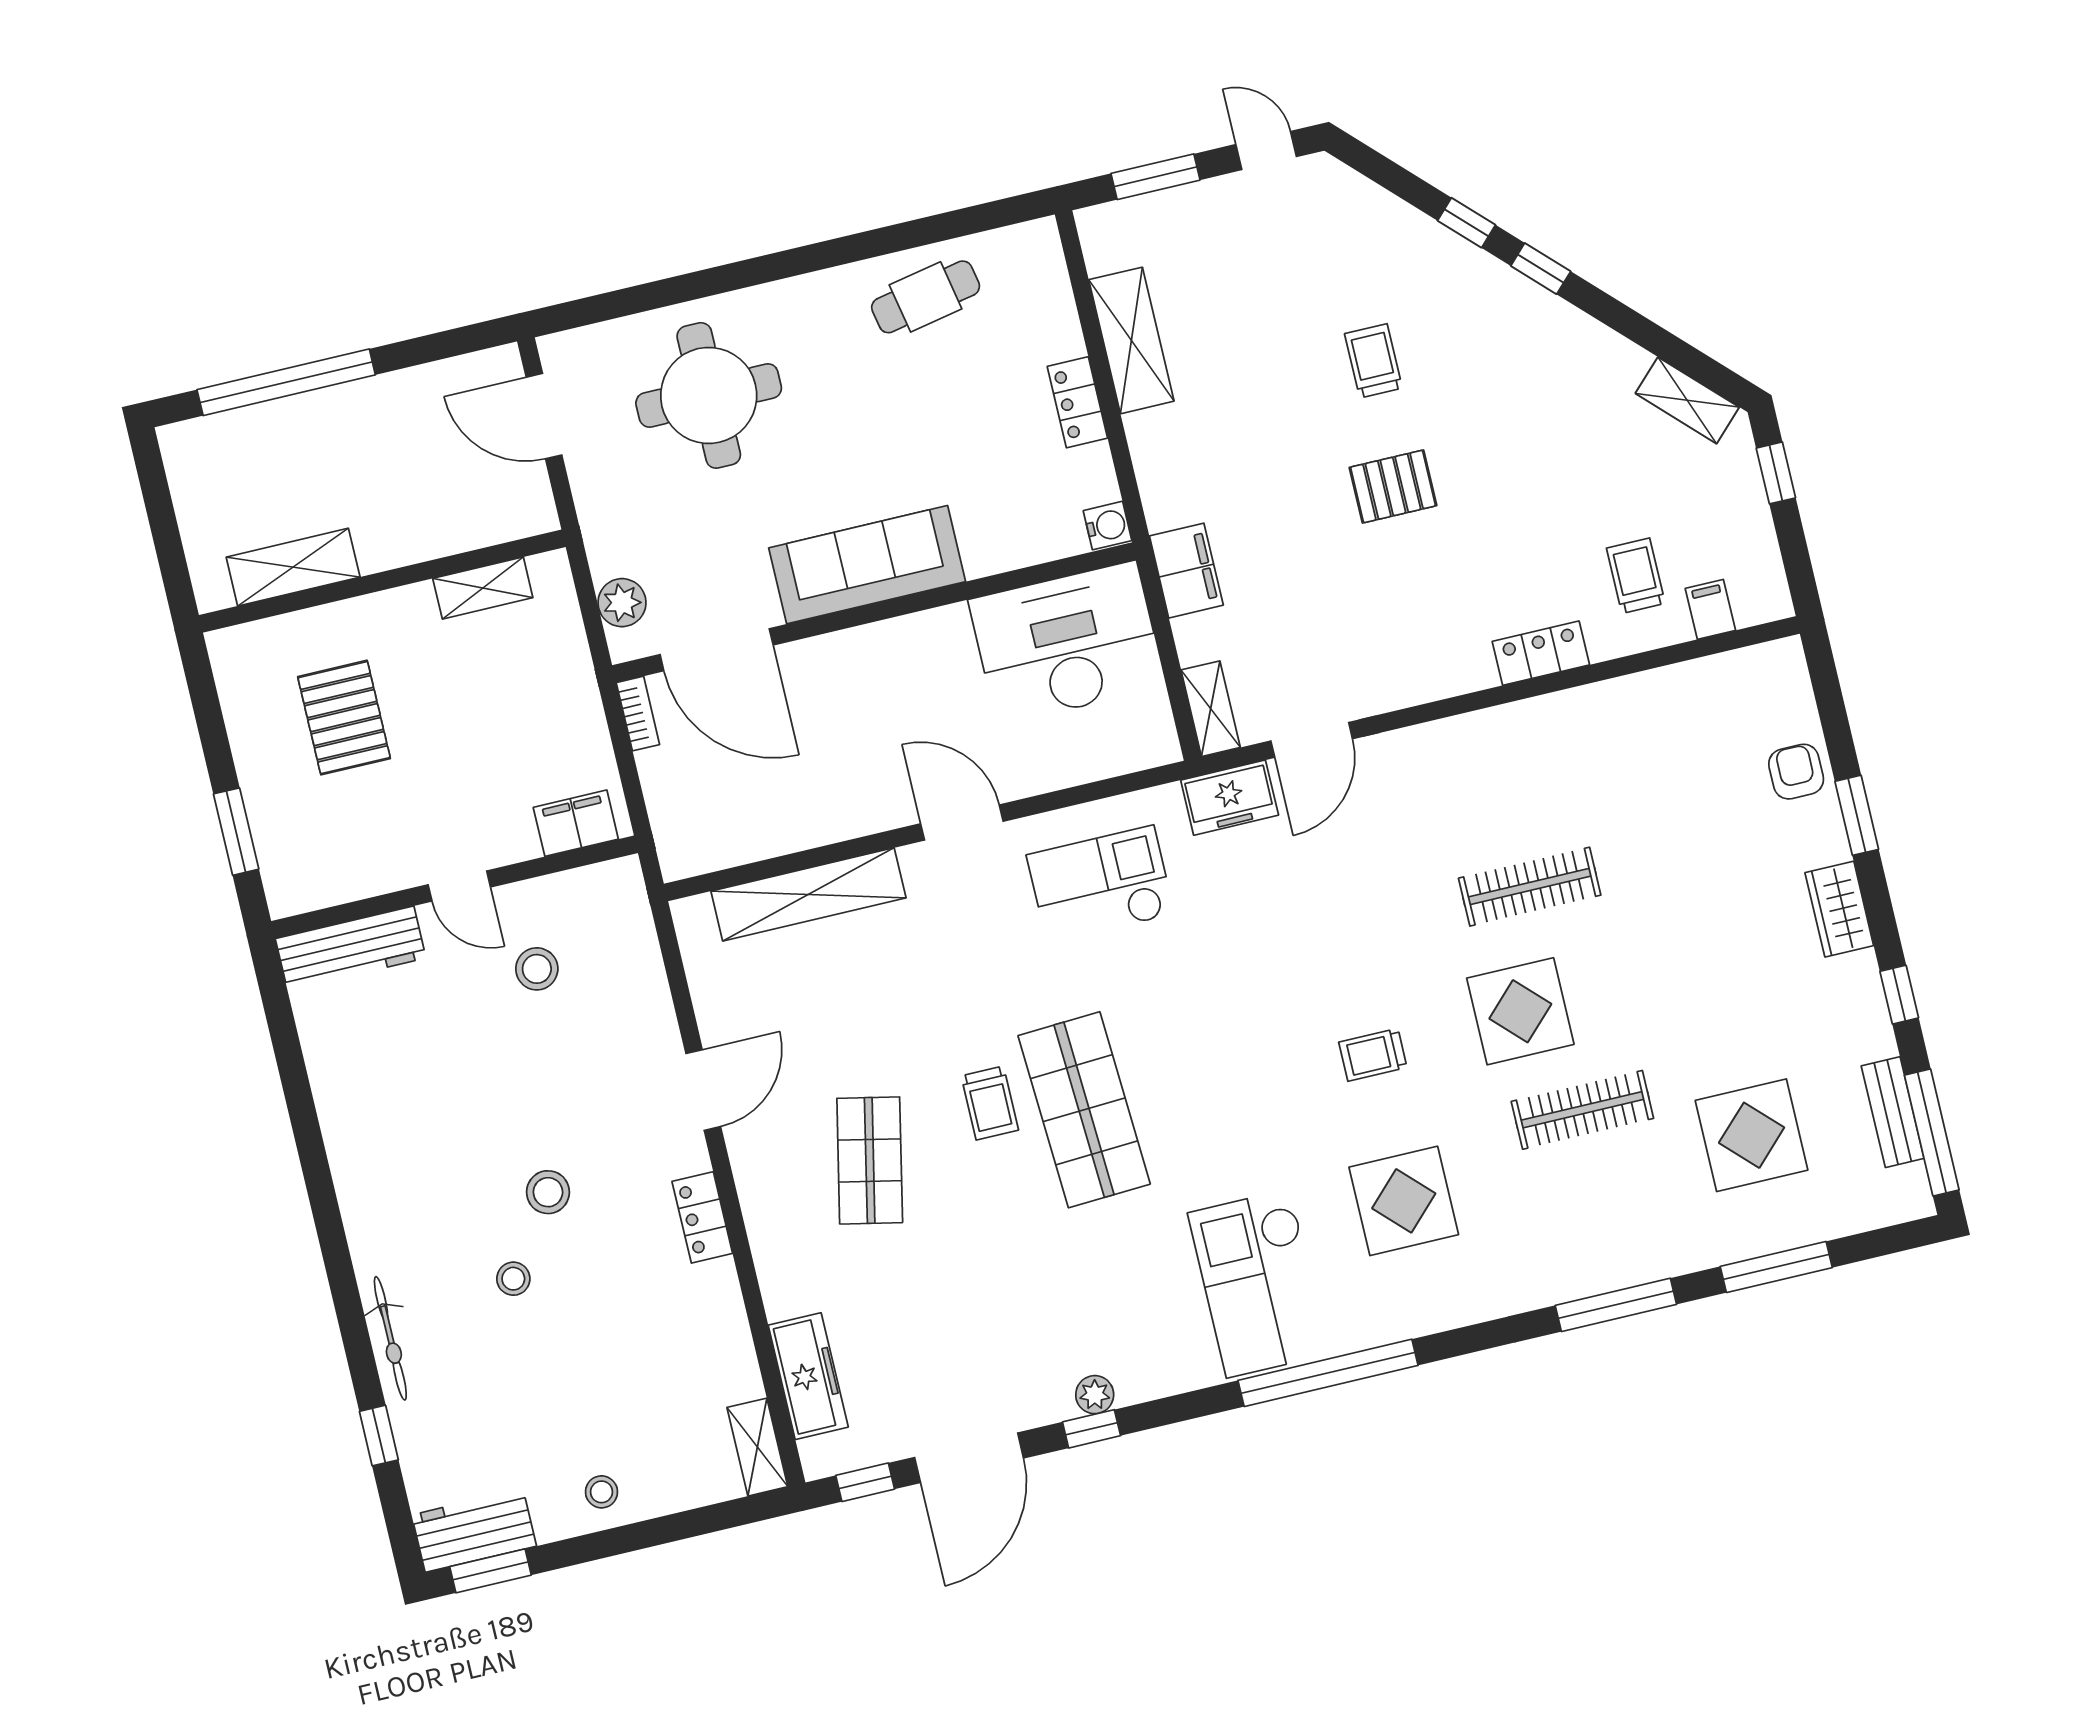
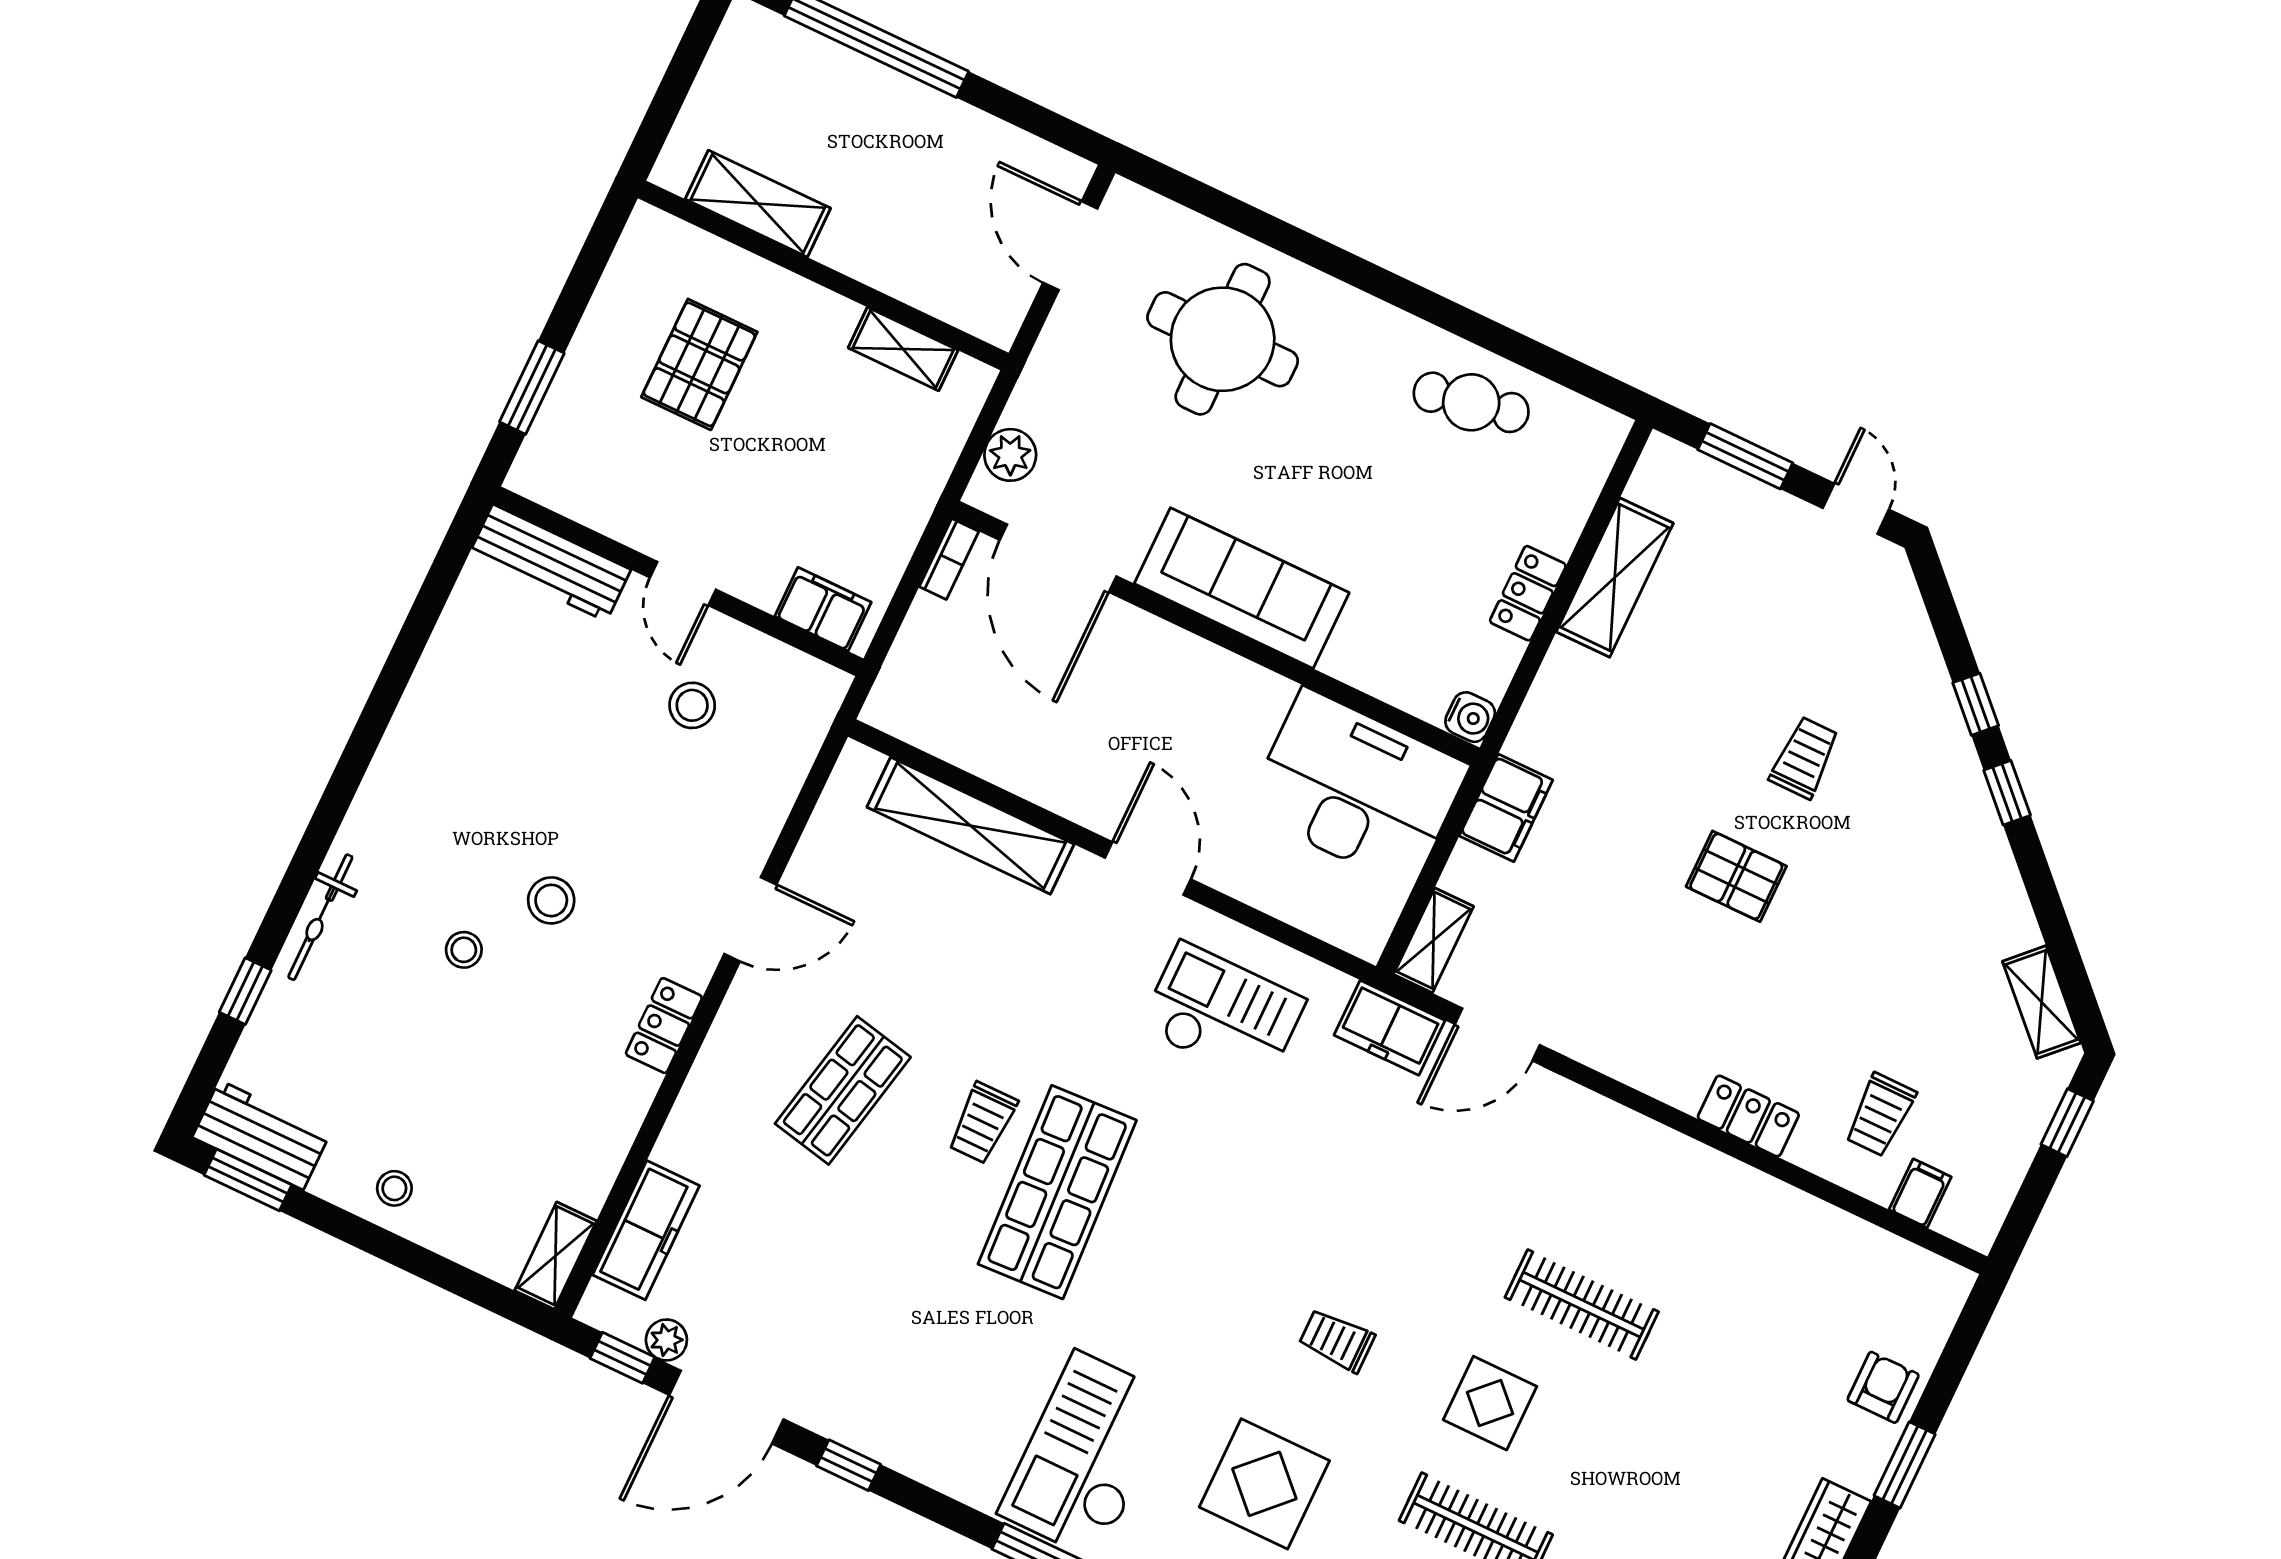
trolley: (1636, 576) -> (1880, 1115), turned 180
display table: (1520, 1011) -> (1490, 1403), width x0.73, depth x0.73
plant: (1095, 1395) -> (666, 1340), moved

